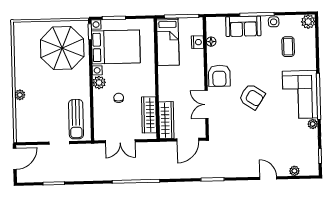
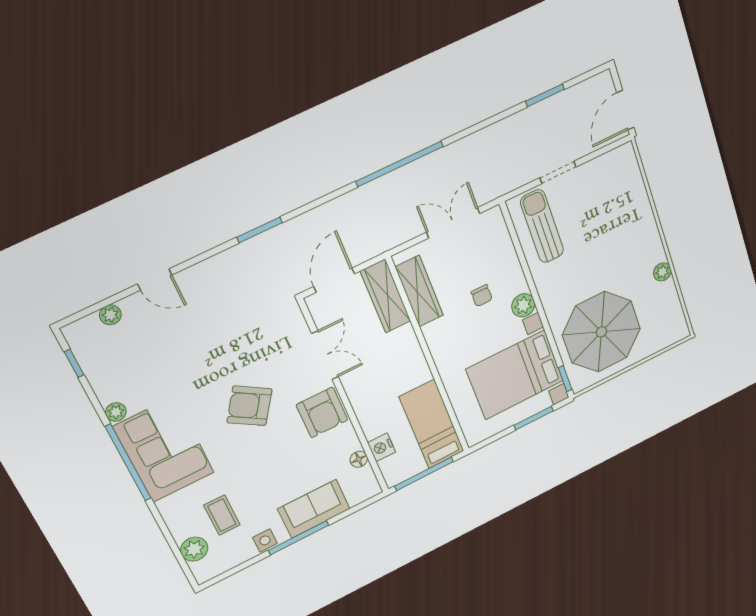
plant: (308, 22) -> (194, 549), moved
armchair: (219, 76) -> (322, 412), turned 180
plant: (20, 95) -> (662, 272), moved

